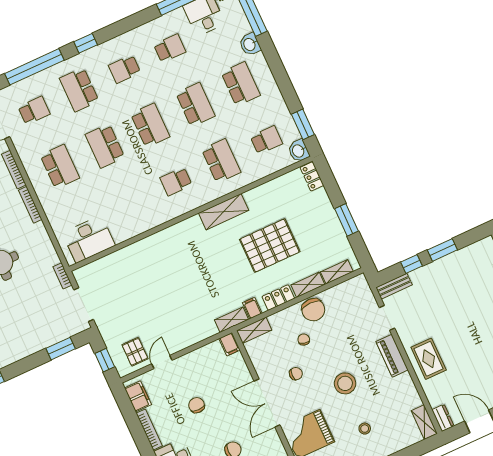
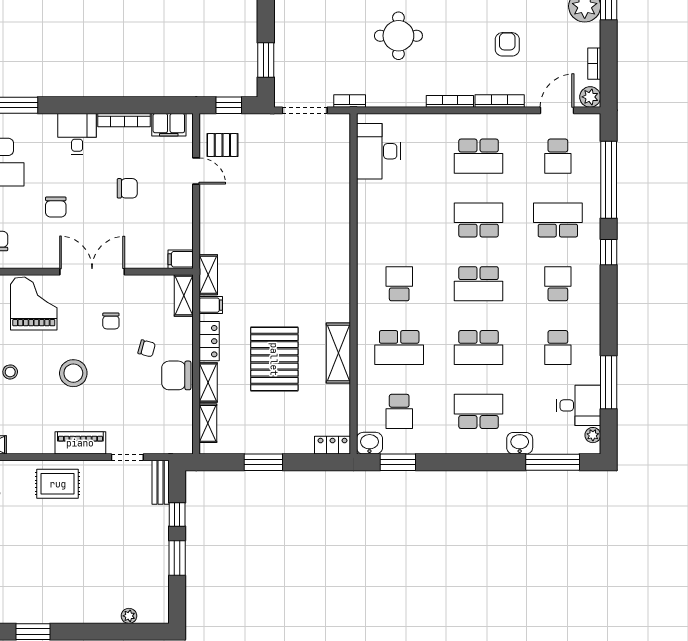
school desk: (241, 84) -> (479, 411), turned 180
shelving: (224, 212) -> (338, 353), moved

